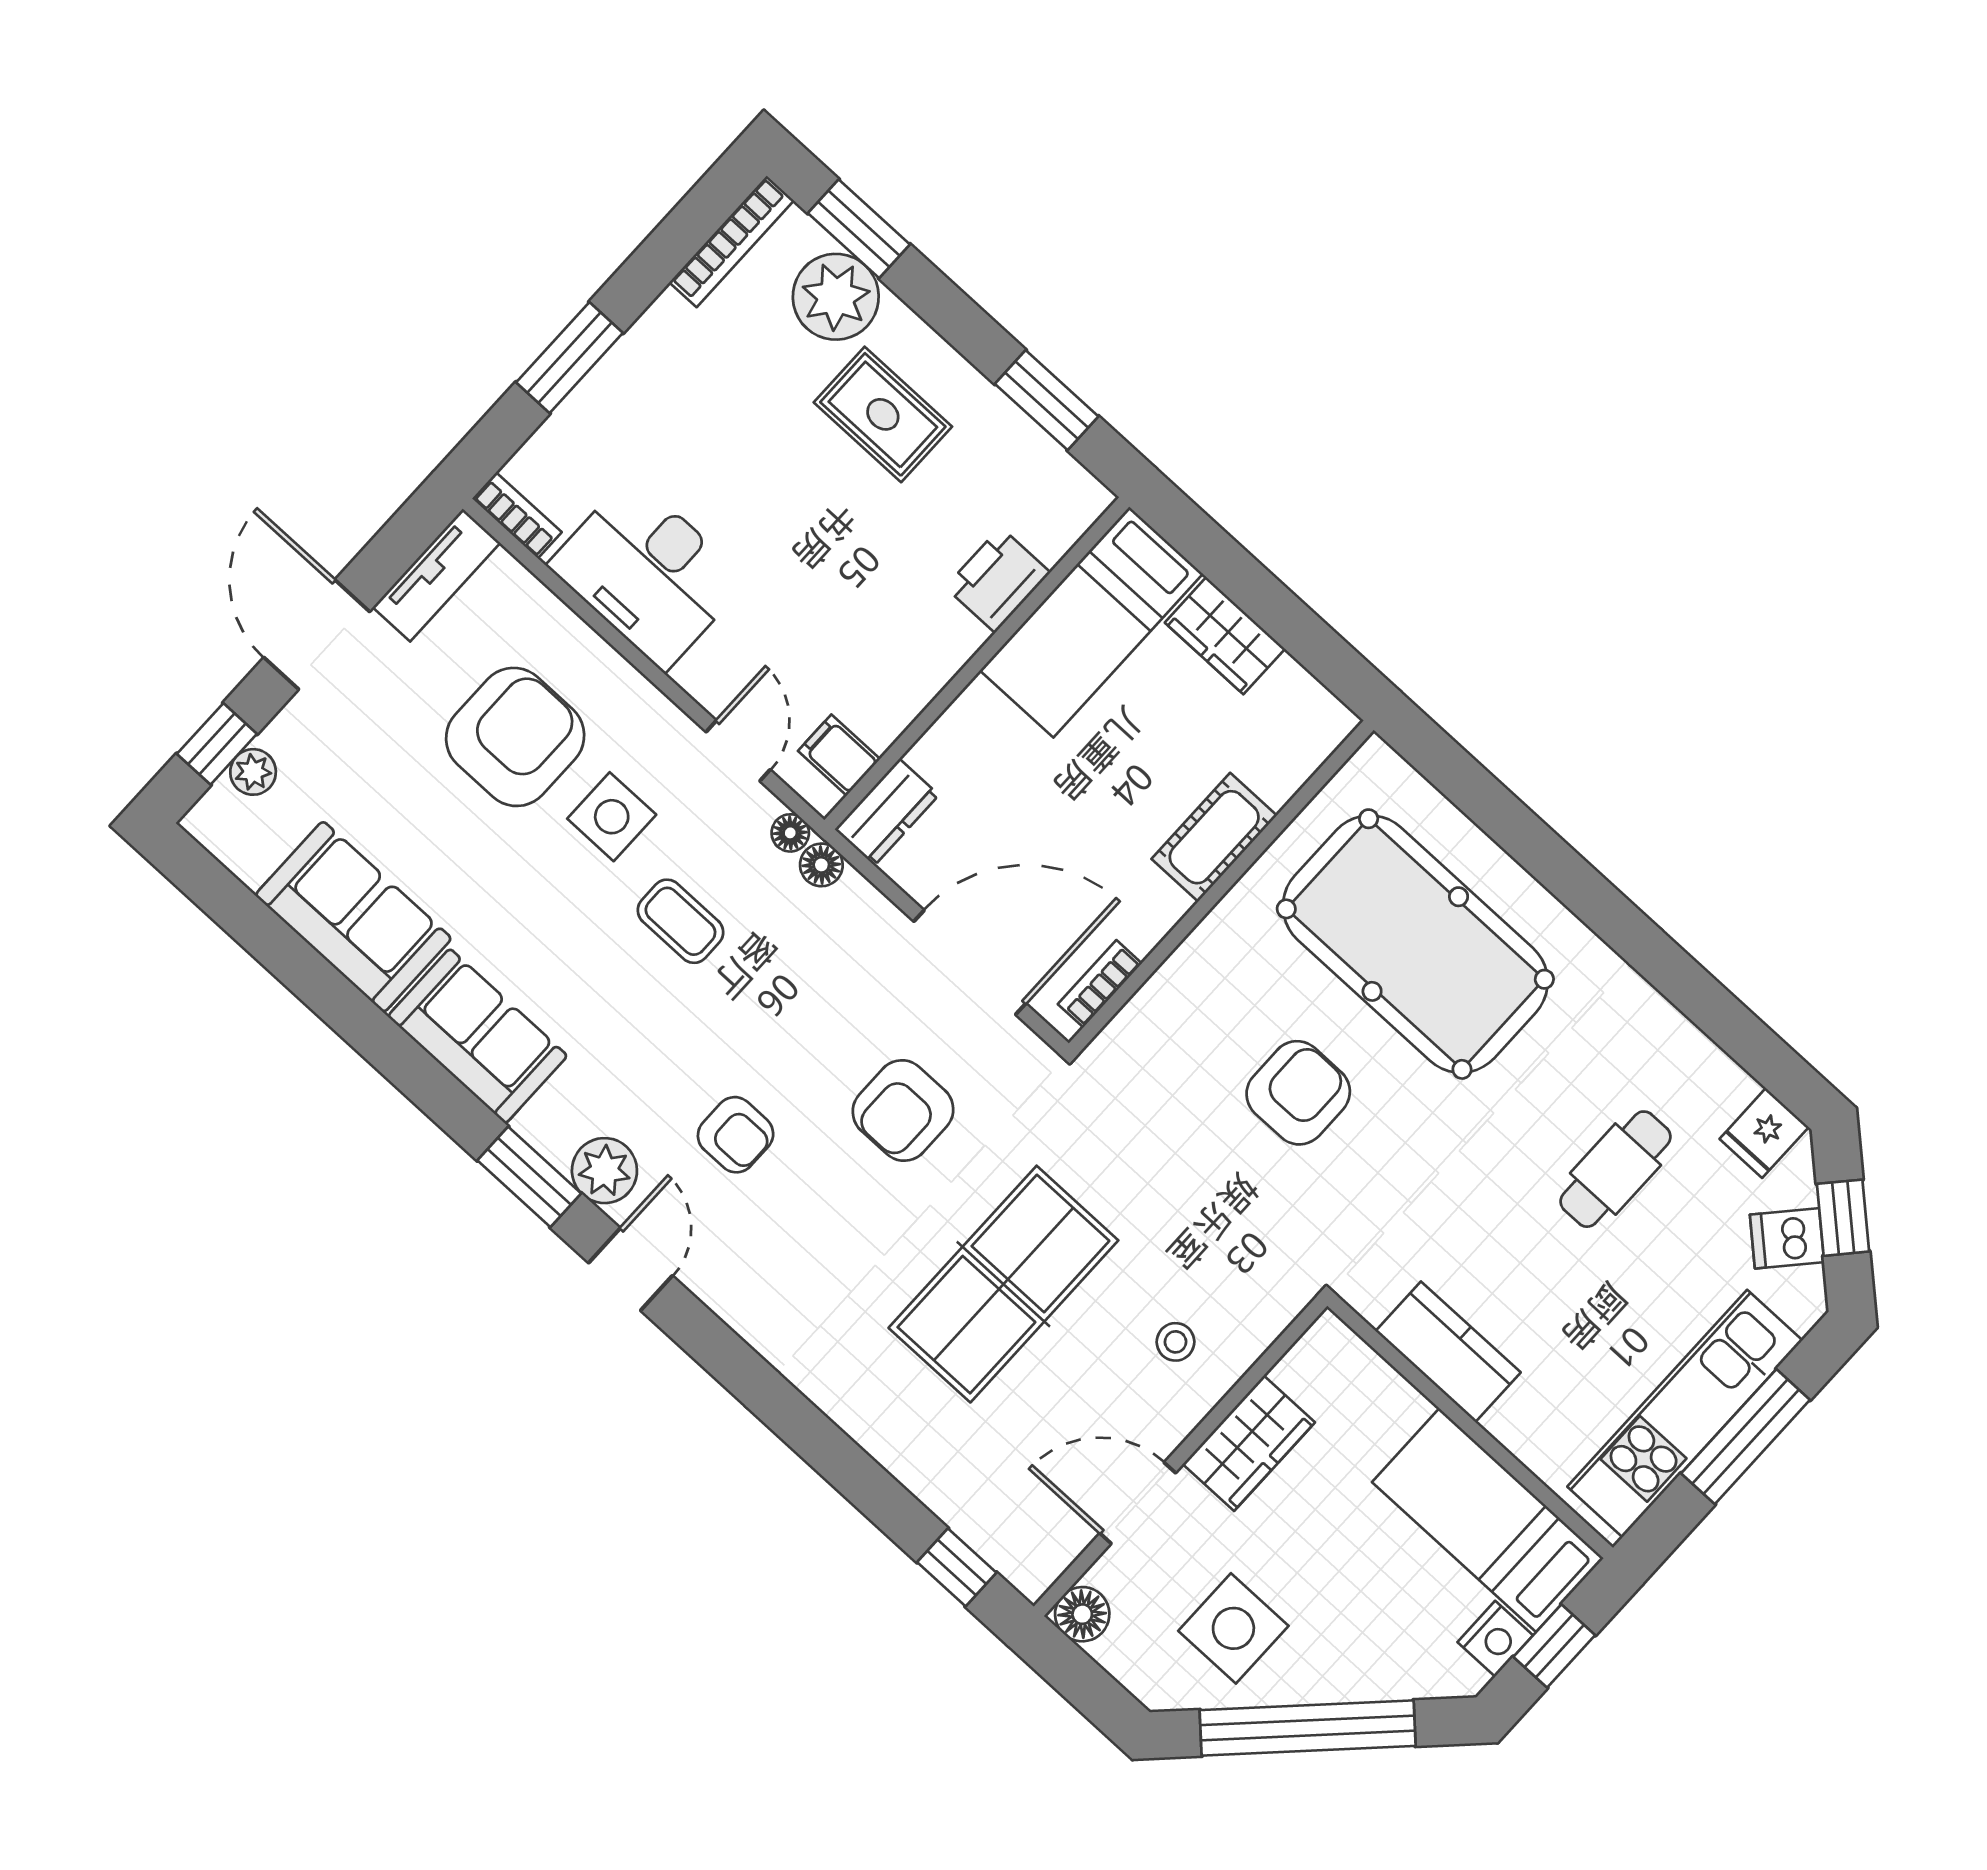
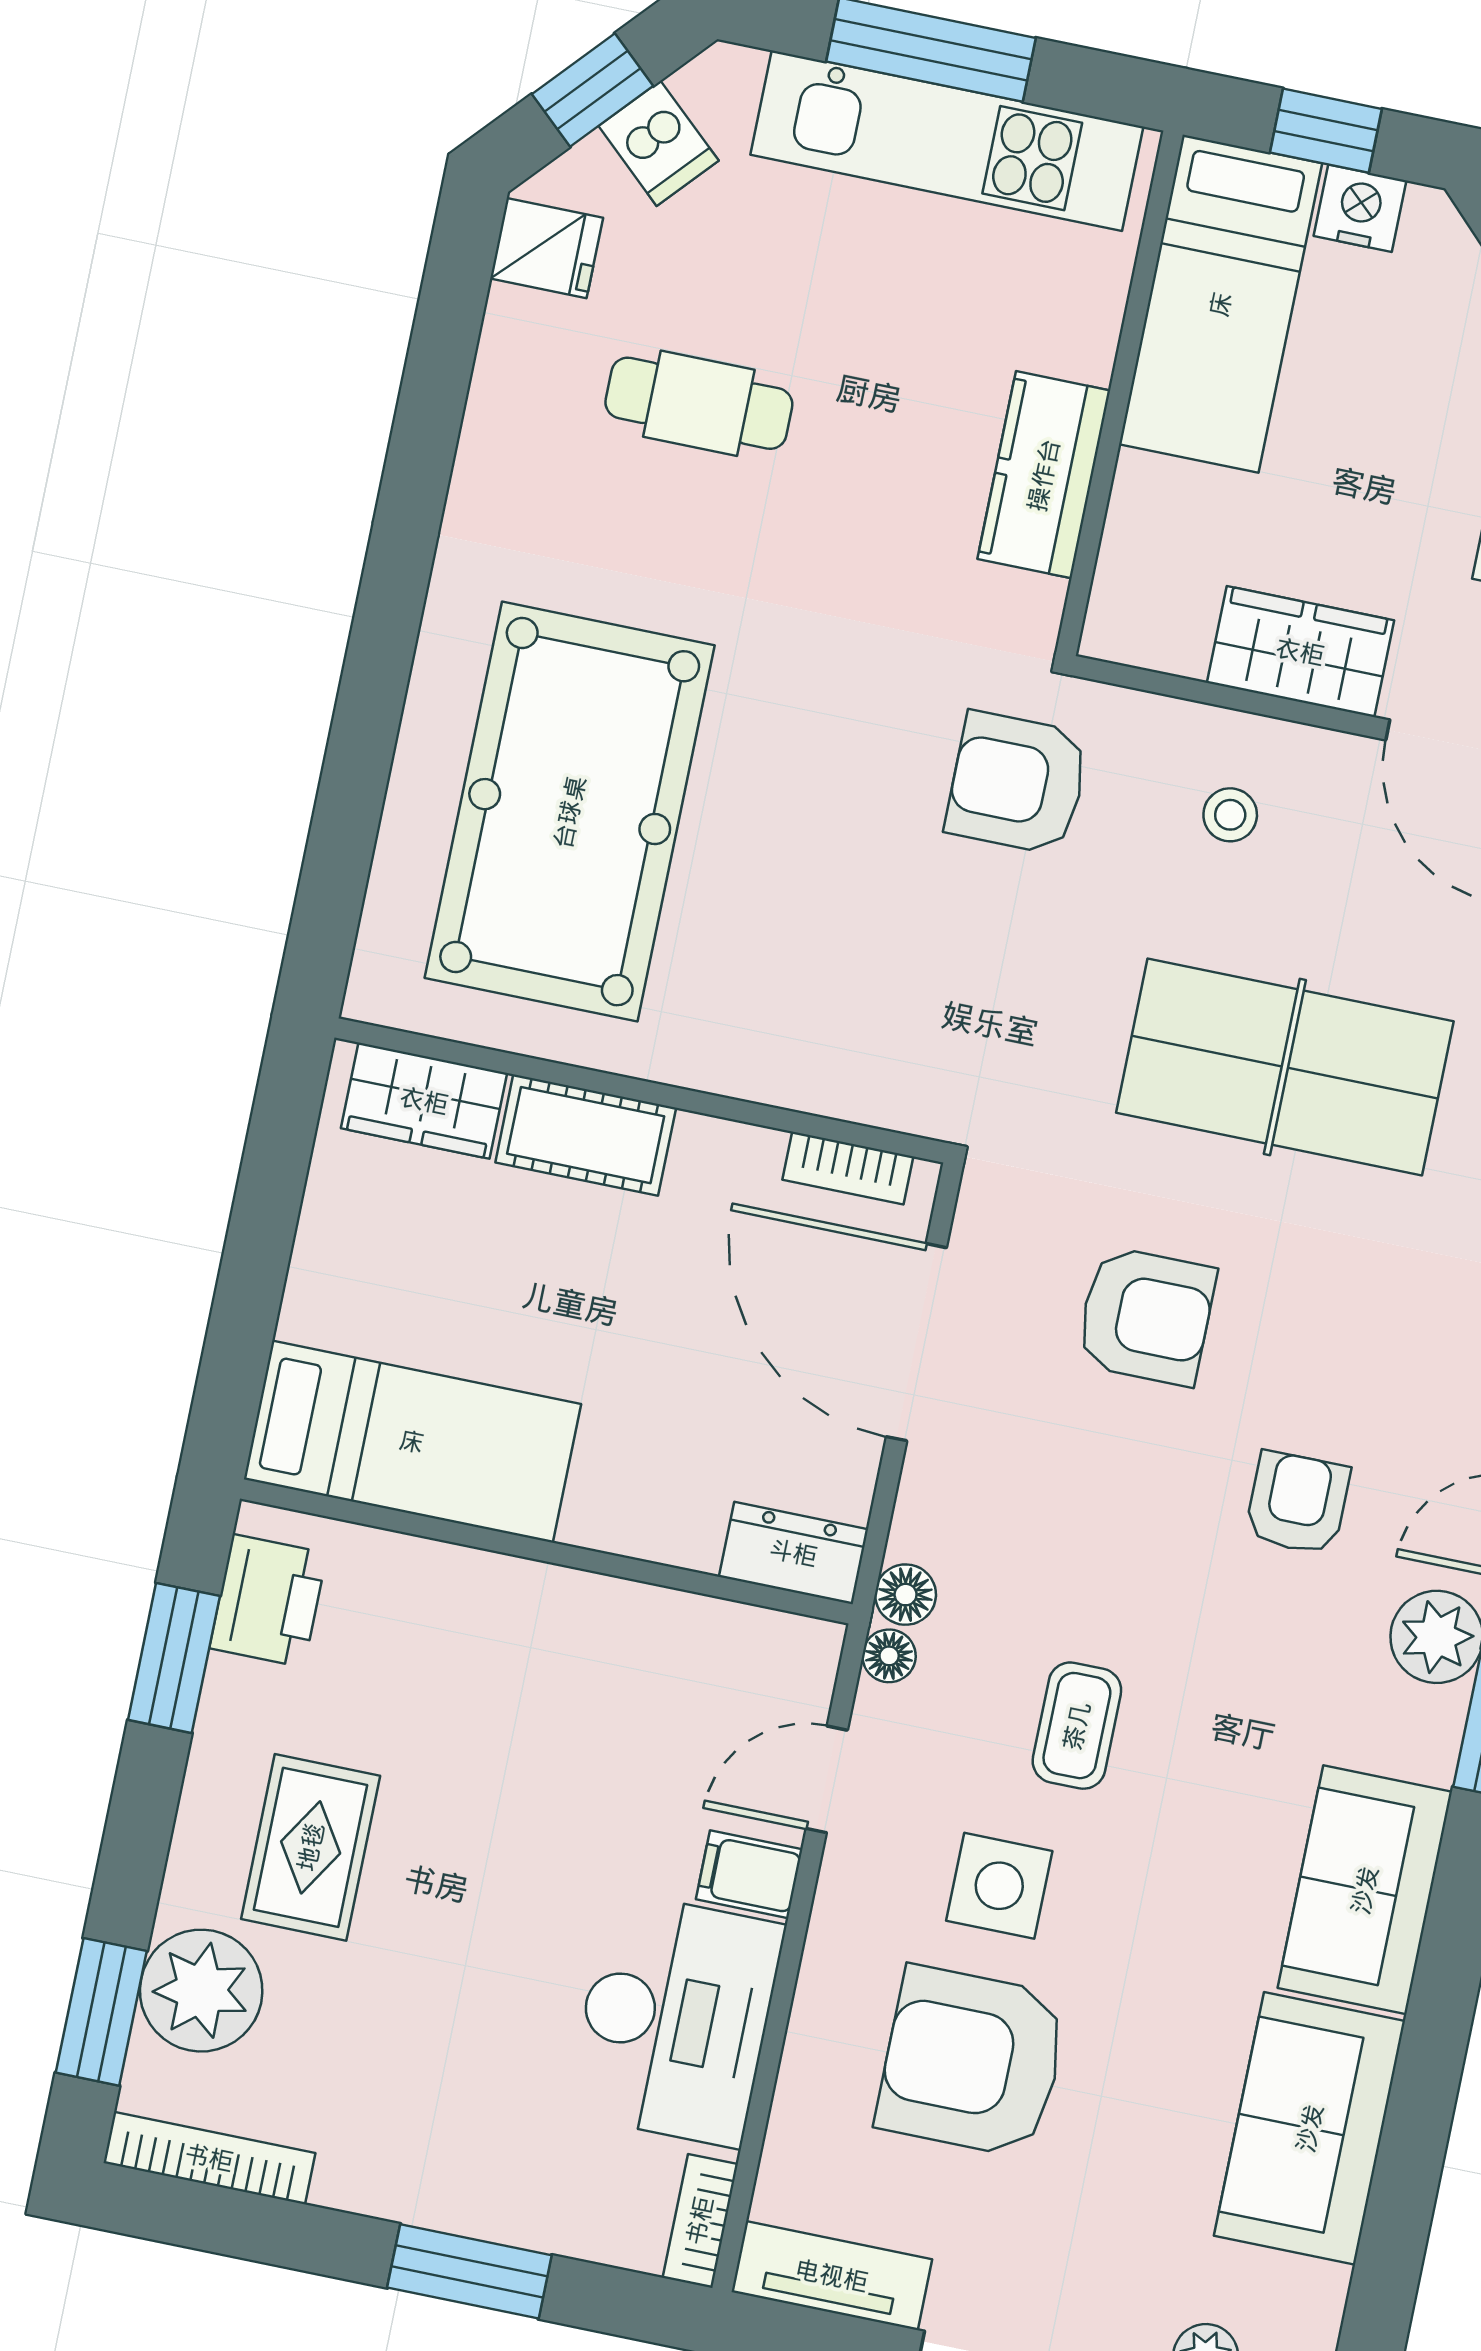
printer: (998, 580) -> (268, 1601), moved, turned -90
wardrobe: (1225, 636) -> (424, 1101), moved, turned 90
filing cabinet: (839, 755) -> (749, 1874), moved, turned 90
armchair: (1298, 1093) -> (1017, 783), moved

